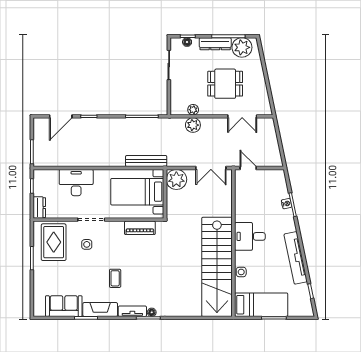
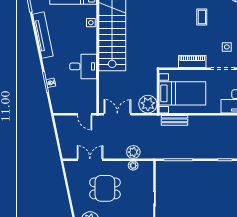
bench: (146, 161) -> (174, 120), width x0.73
piano: (140, 228) -> (192, 61), moved
desk: (250, 236) -> (83, 66), moved

